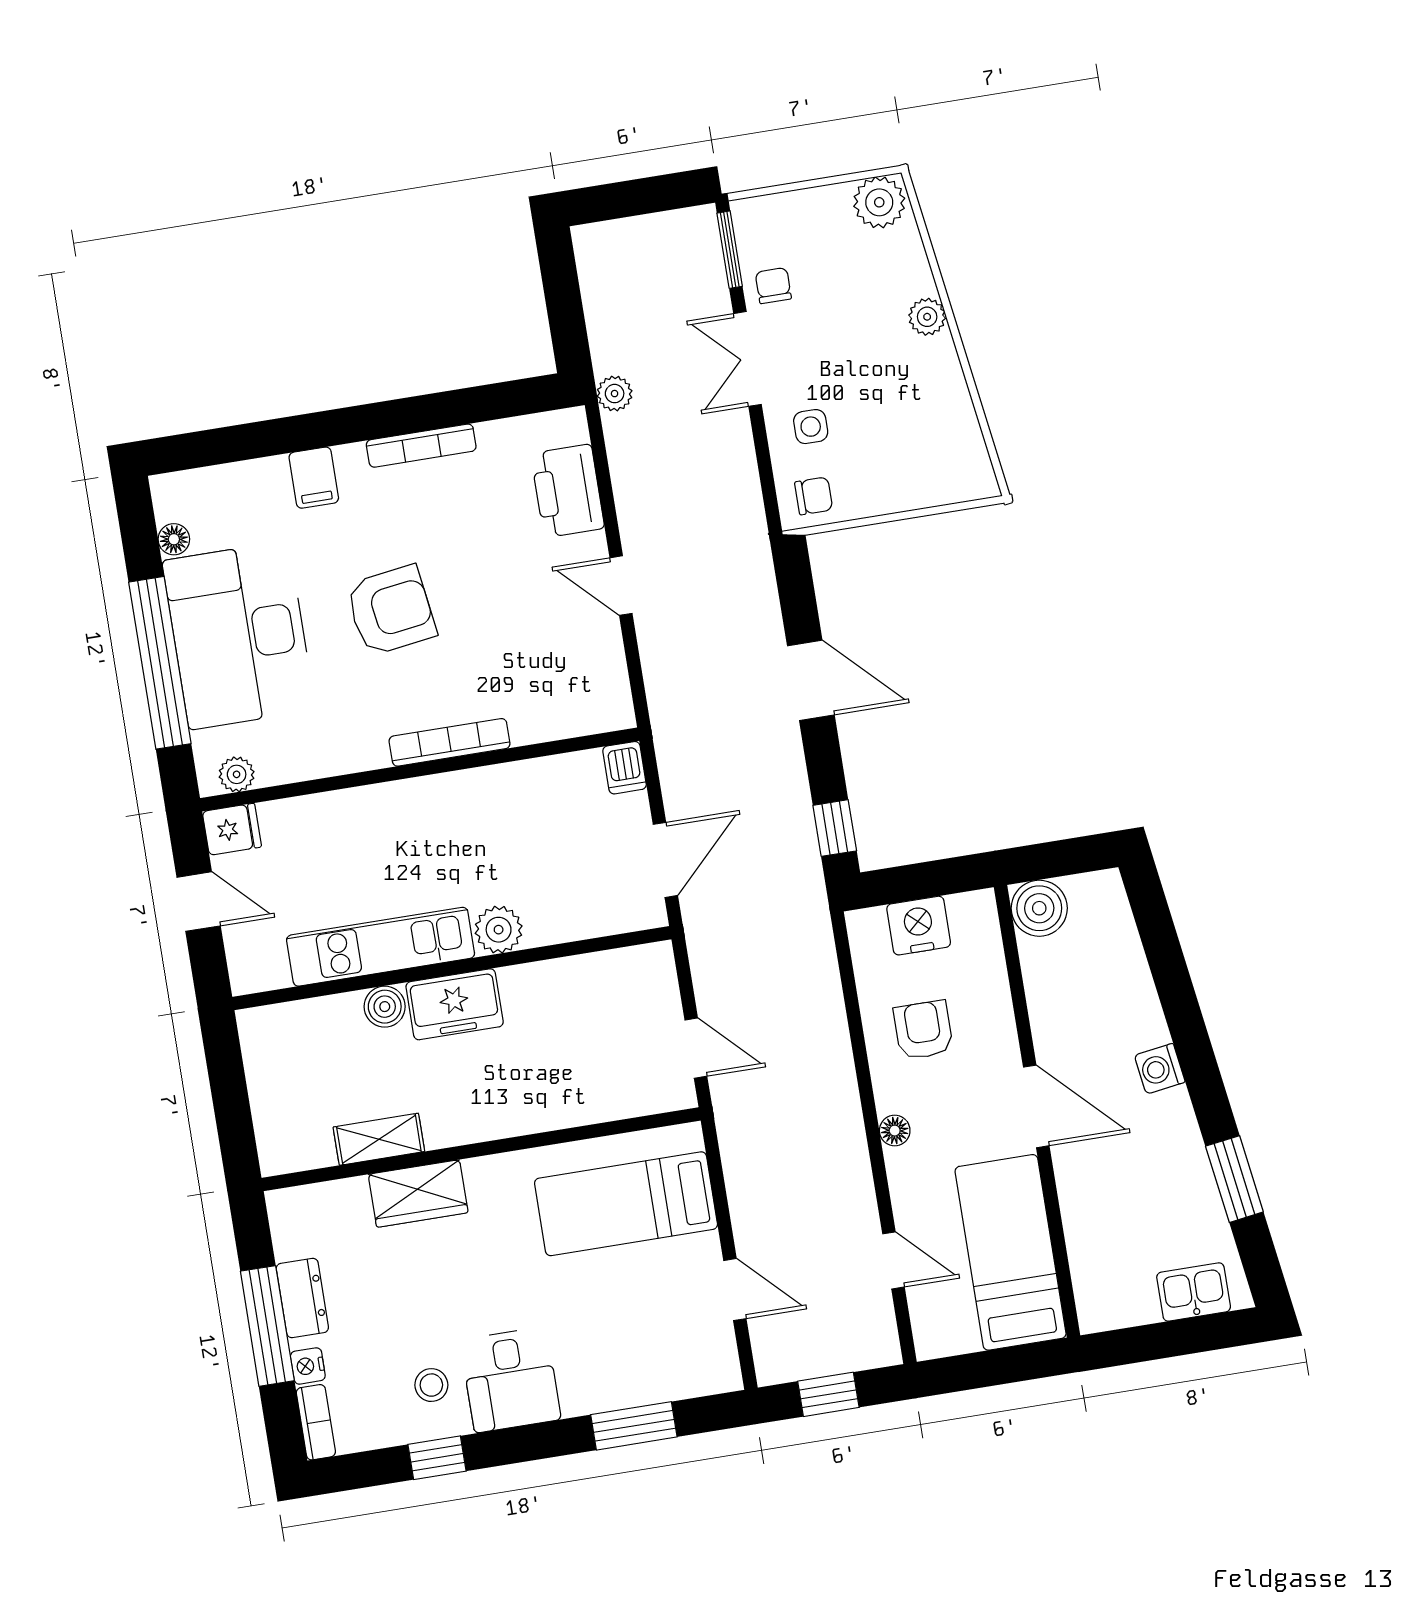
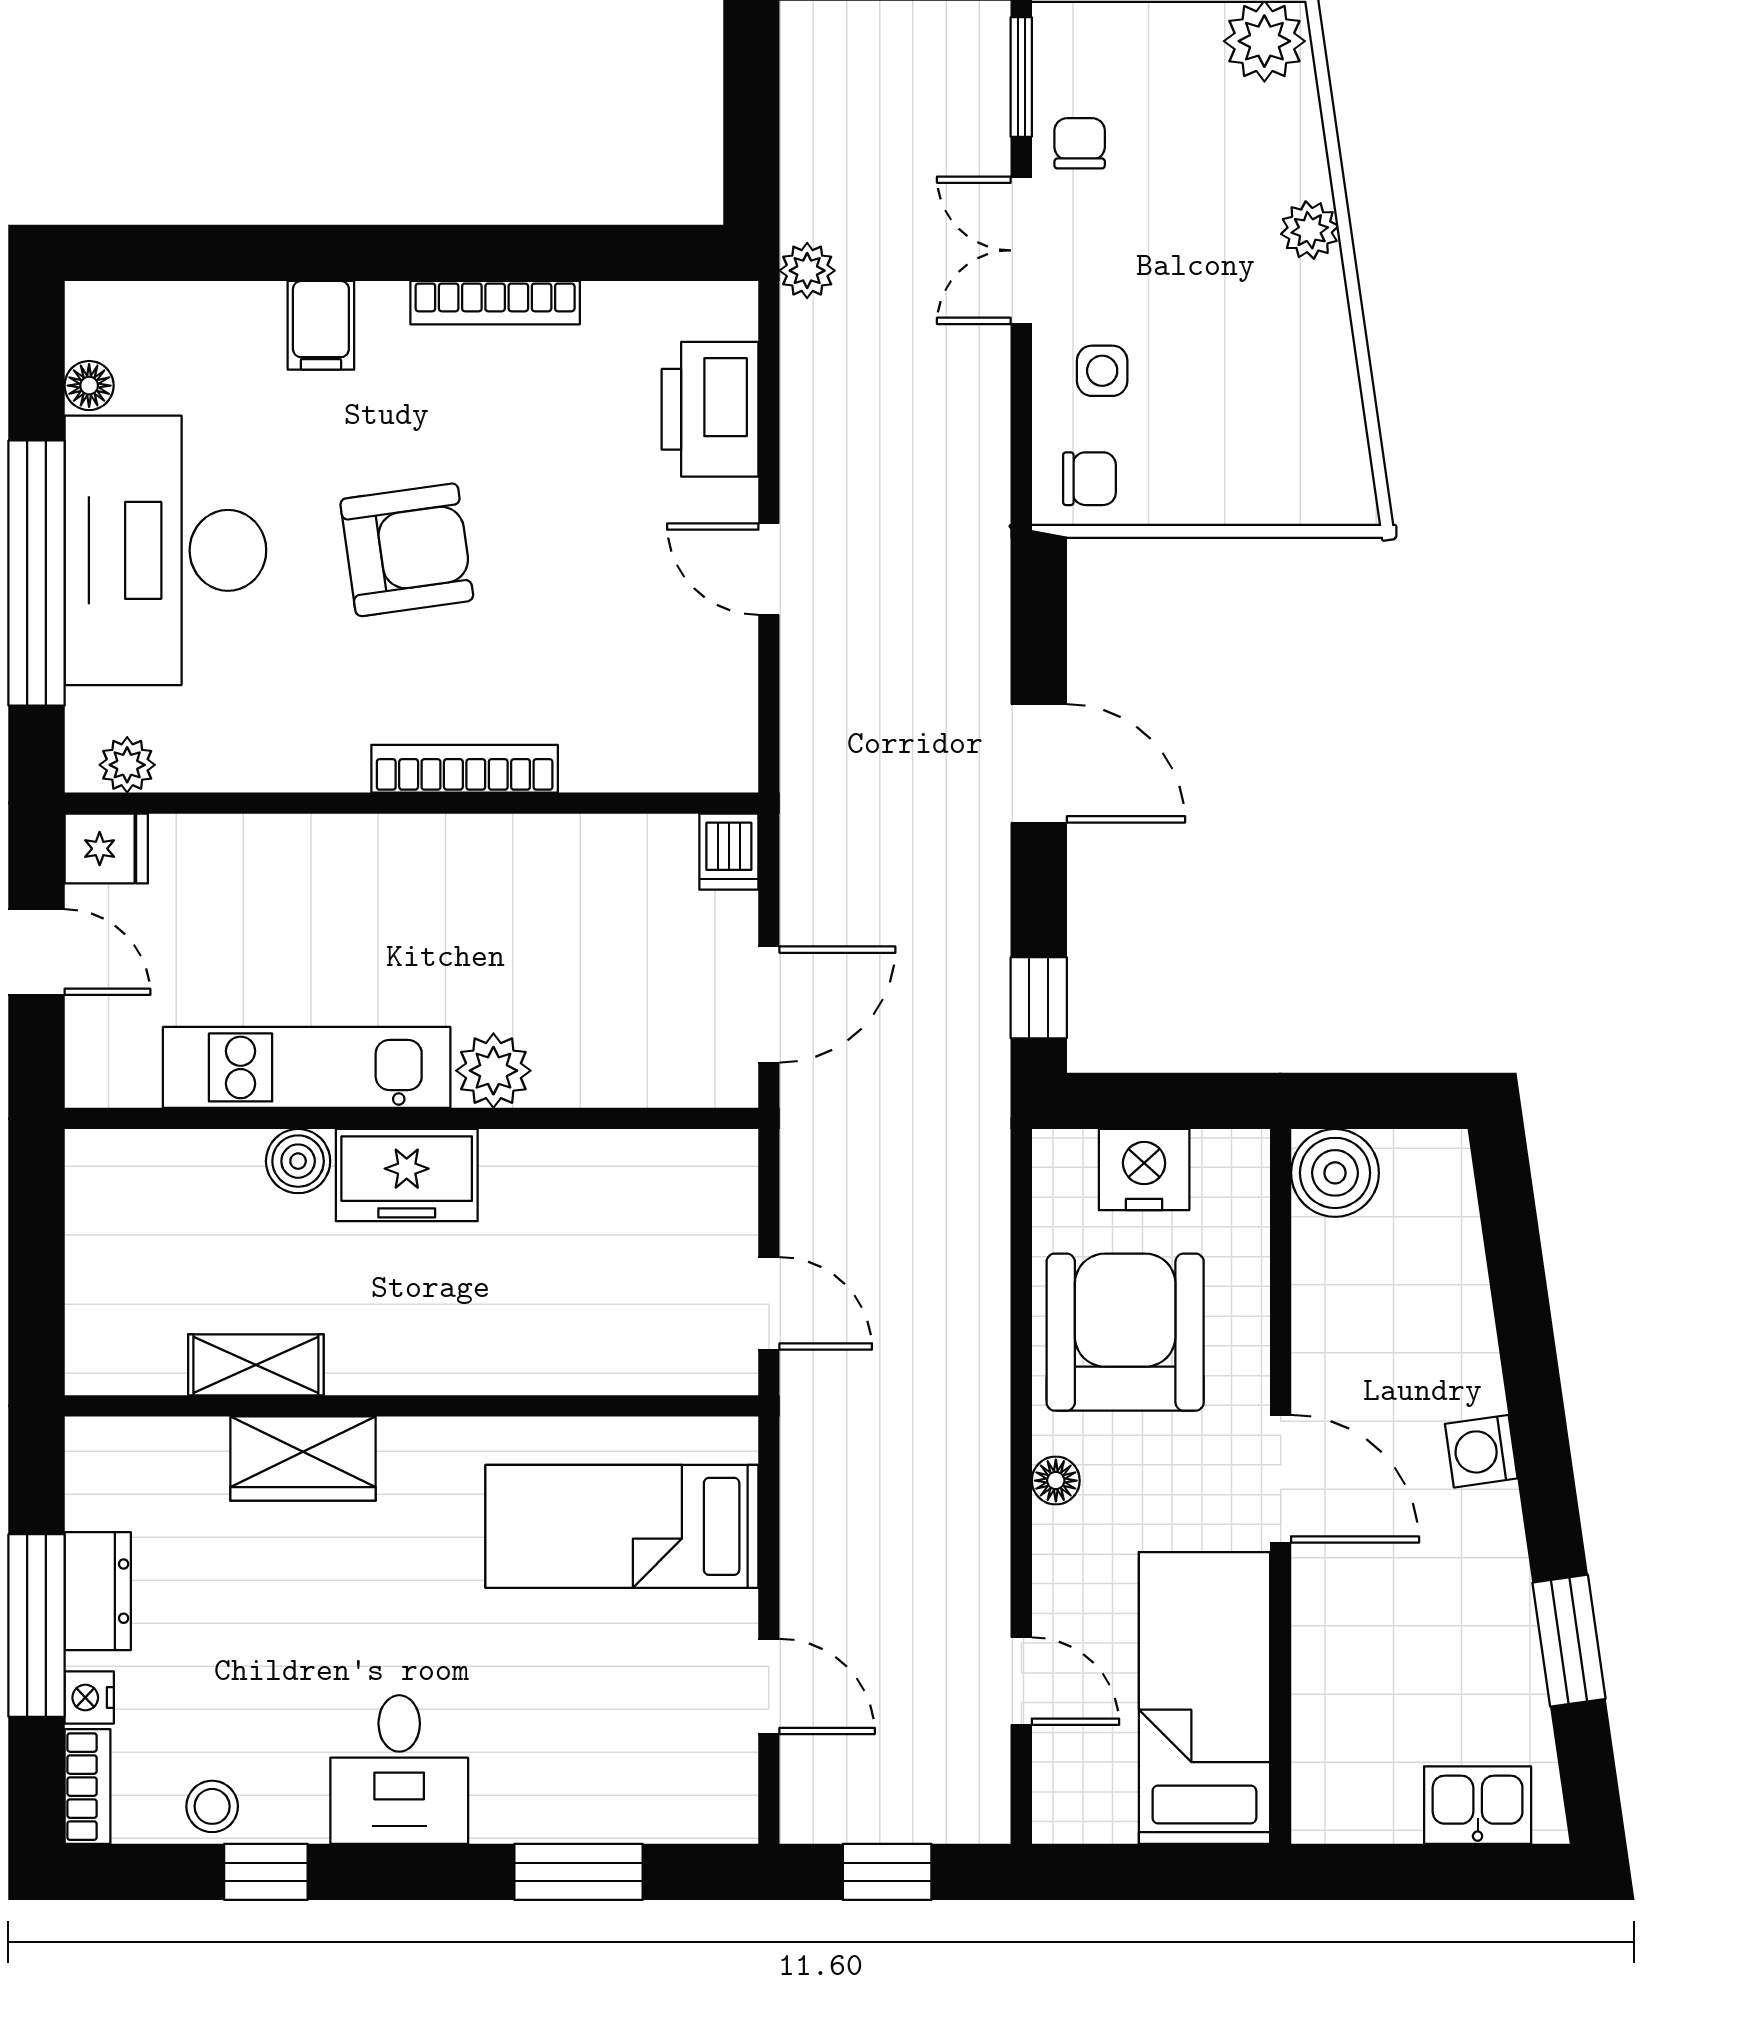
armchair: (923, 1030) -> (1125, 1332), width x1.88, depth x1.88
stool: (431, 1385) -> (212, 1806), moved

